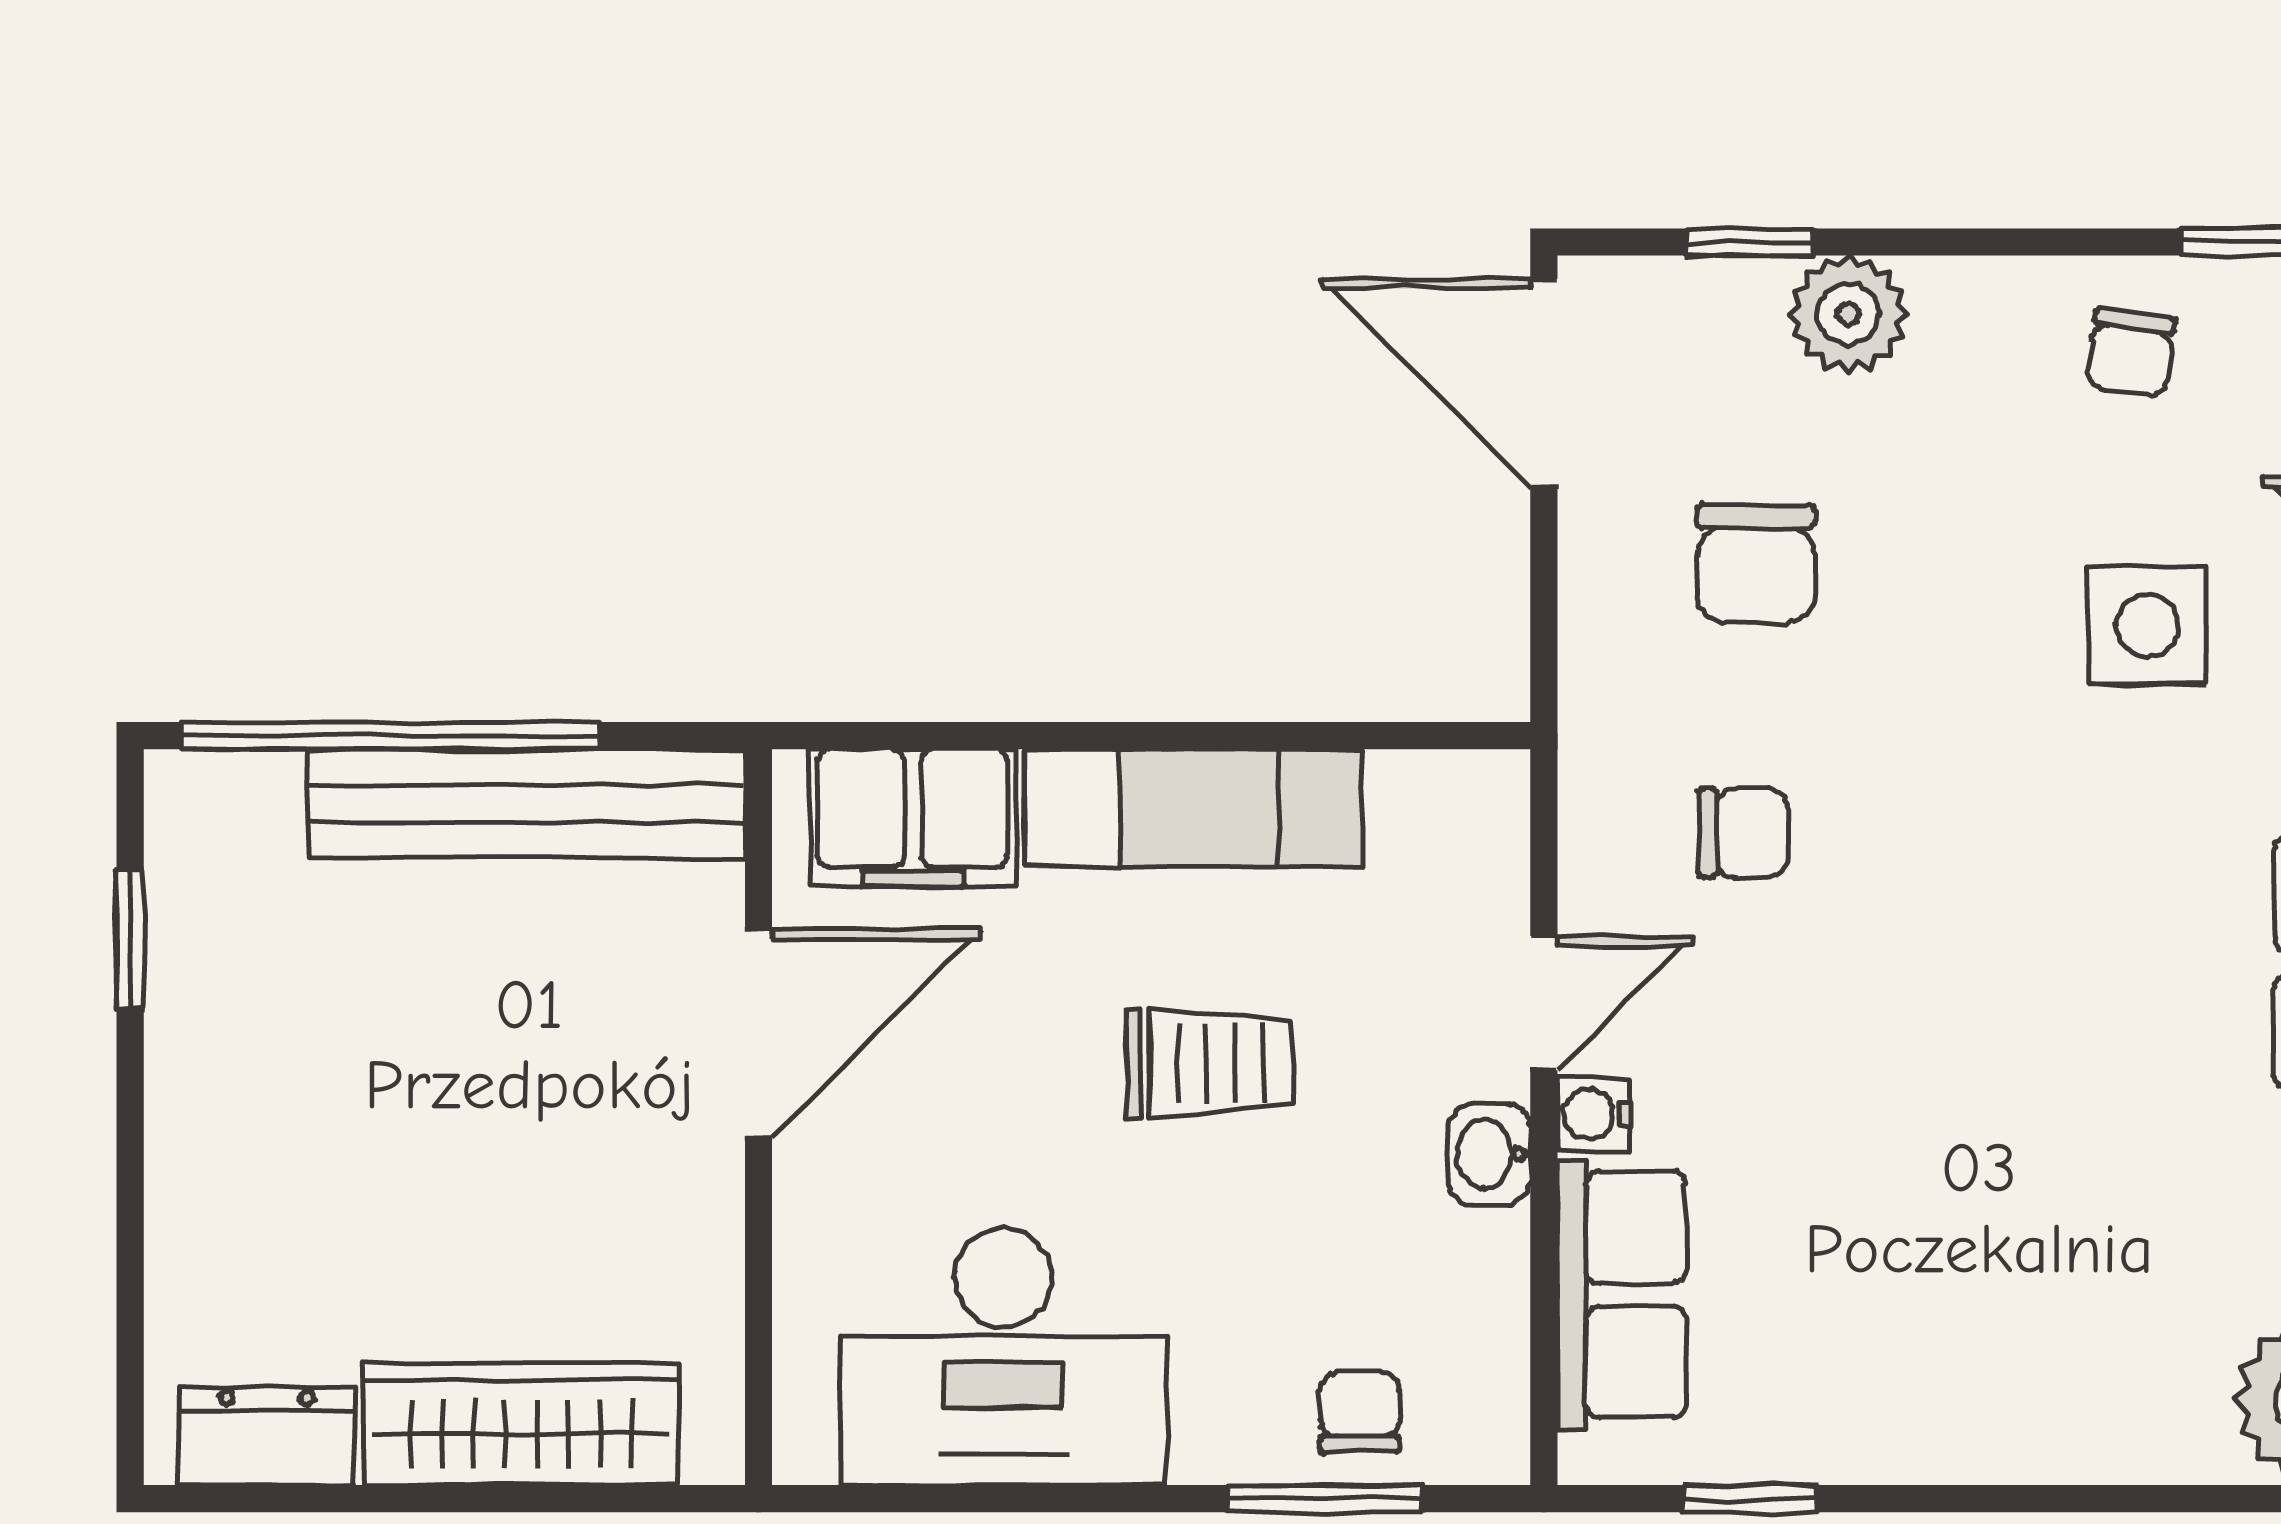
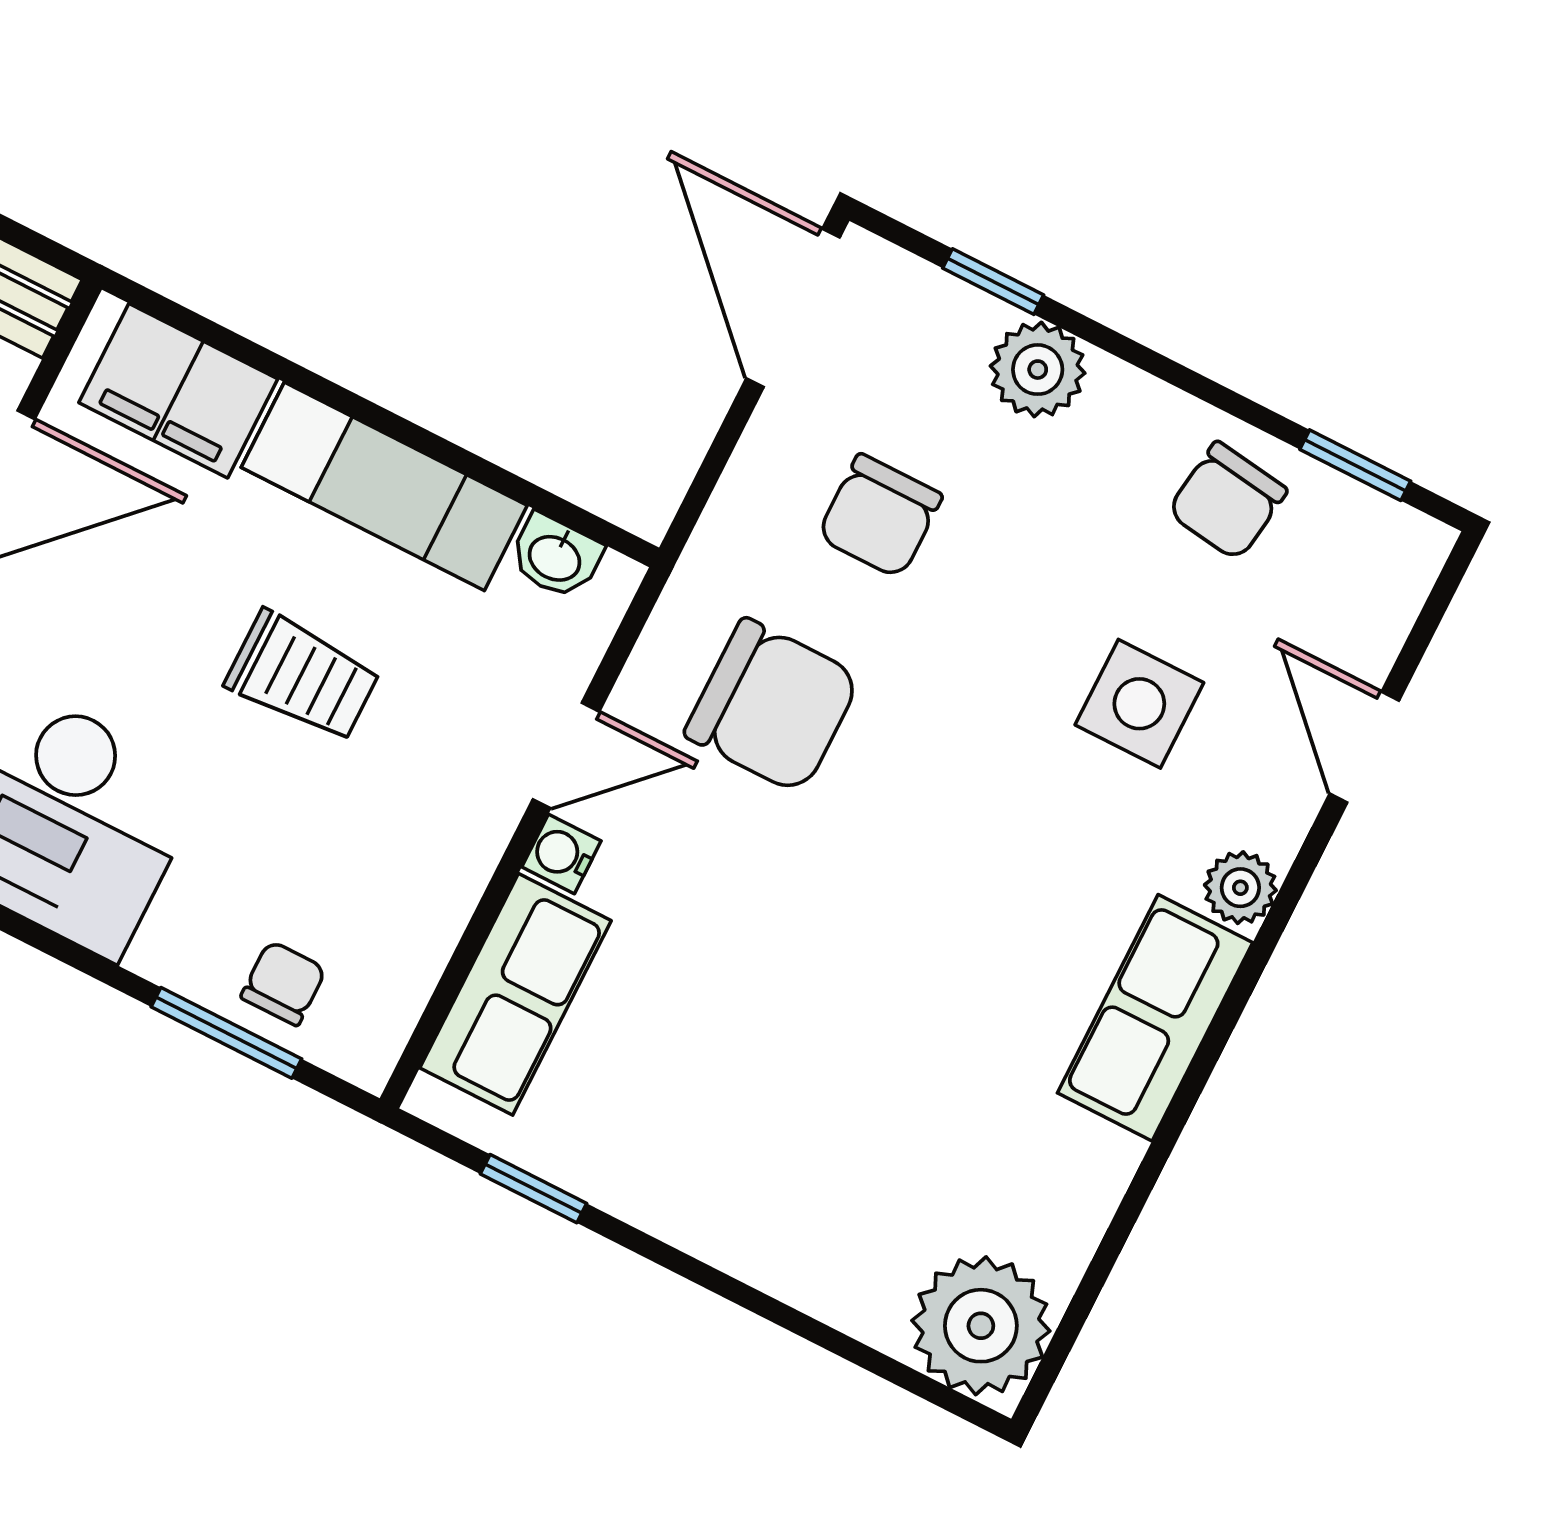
chair: (2130, 353) -> (1227, 501), width x1.37, depth x1.37
chair: (1744, 833) -> (772, 706), width x1.87, depth x1.87
washbasin: (1490, 1154) -> (555, 557), moved, turned -90

